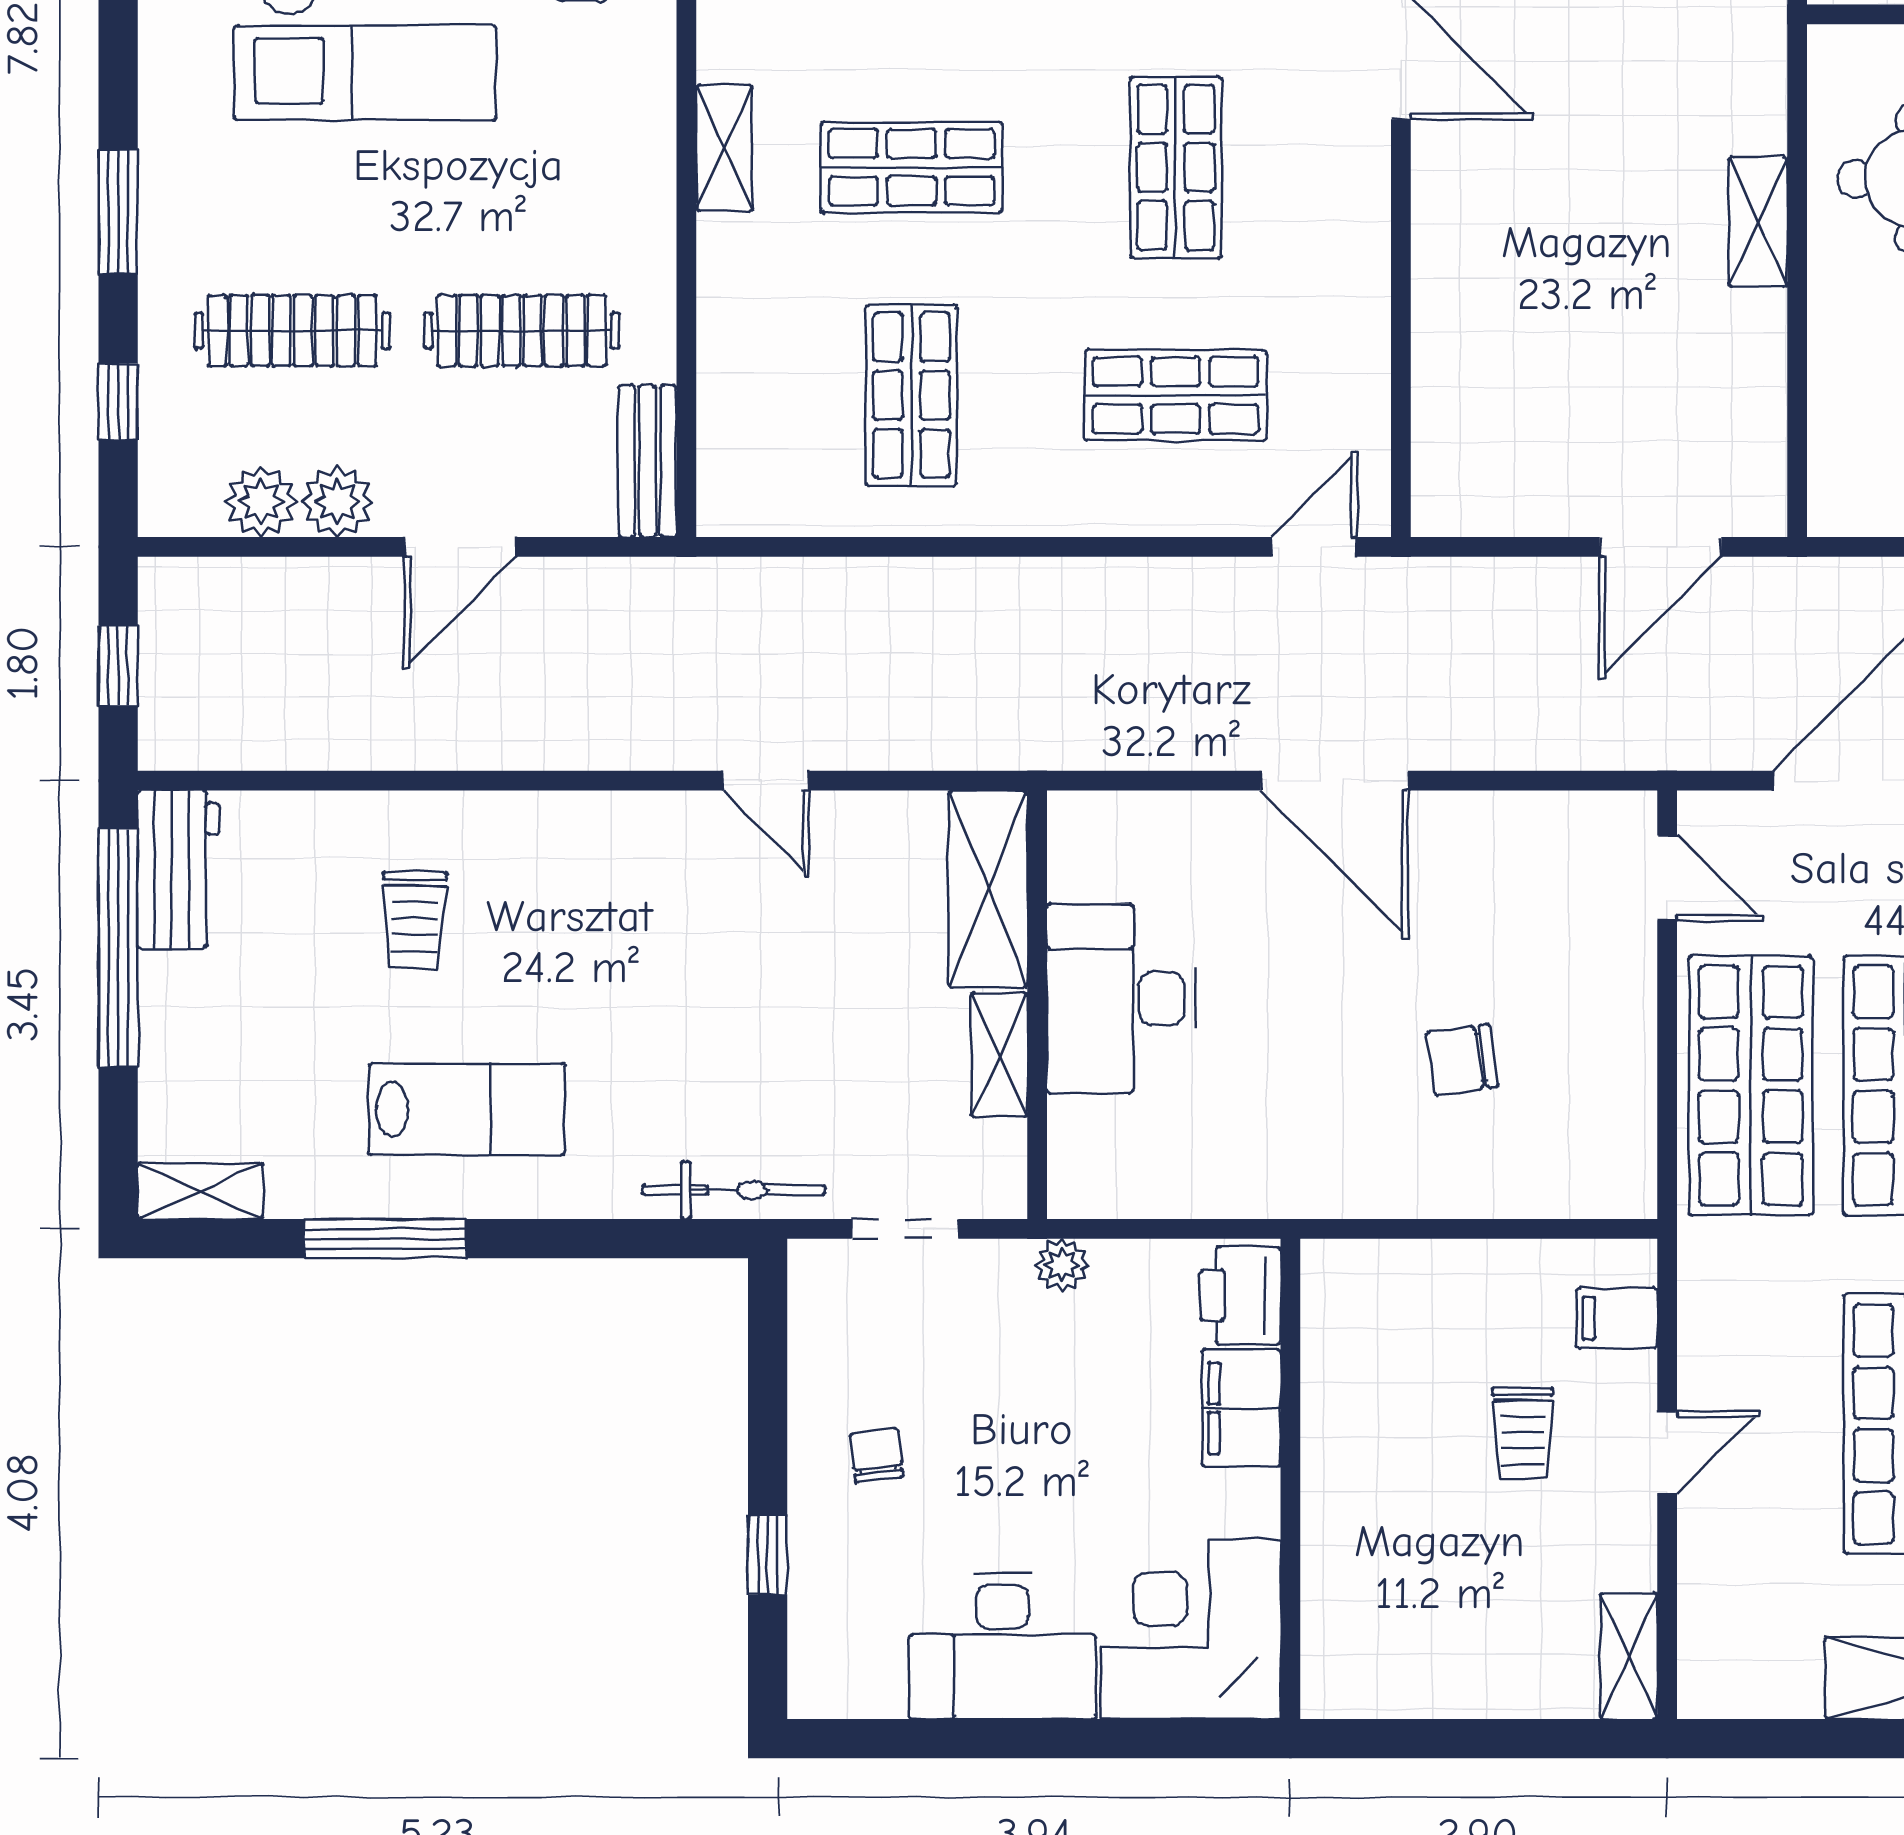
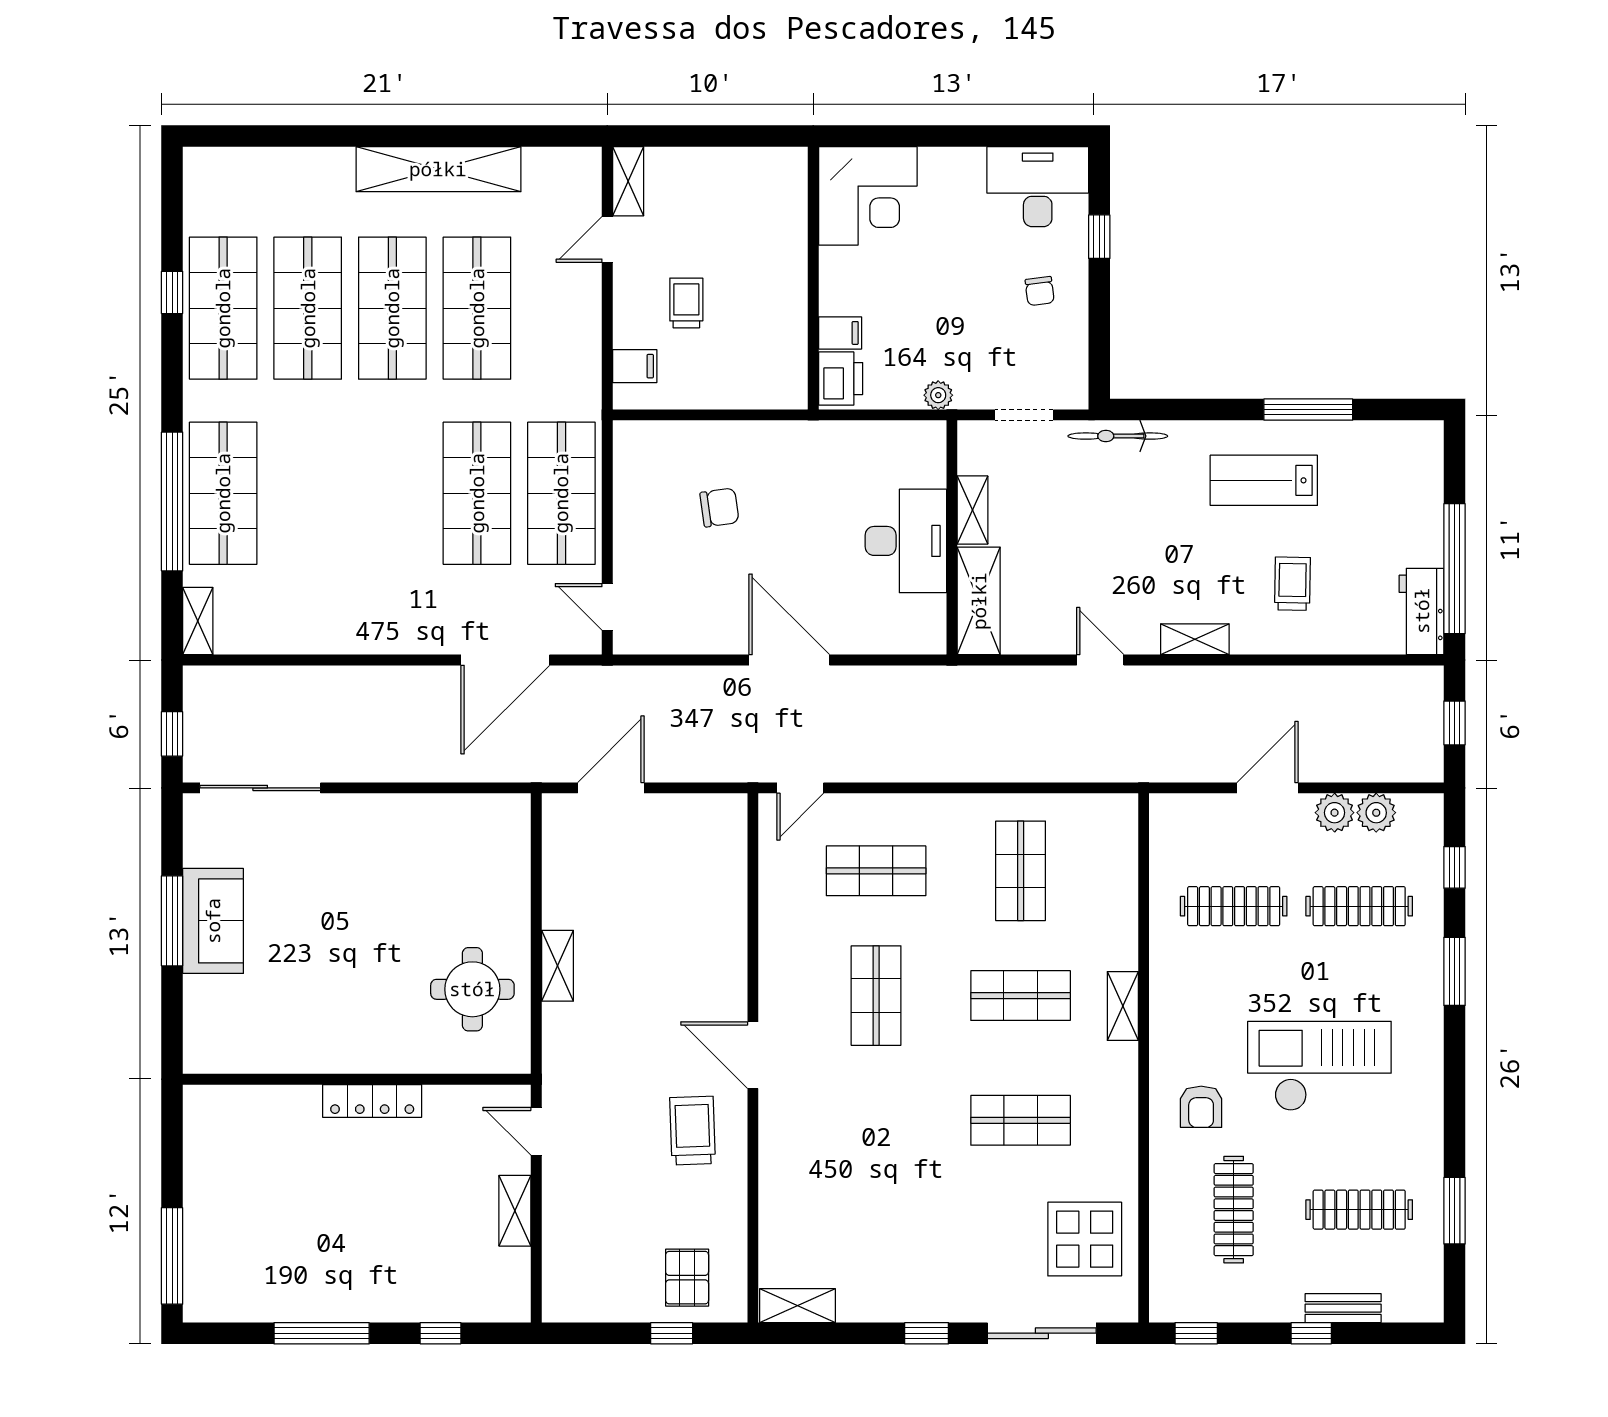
bench: (648, 461) -> (1165, 835), removed
shelving: (200, 1191) -> (1195, 639), moved
filing cabinet: (1241, 1408) -> (840, 333), width x0.50
door: (1667, 1453) -> (607, 239), moved
desk: (1002, 1646) -> (1038, 187), moved

